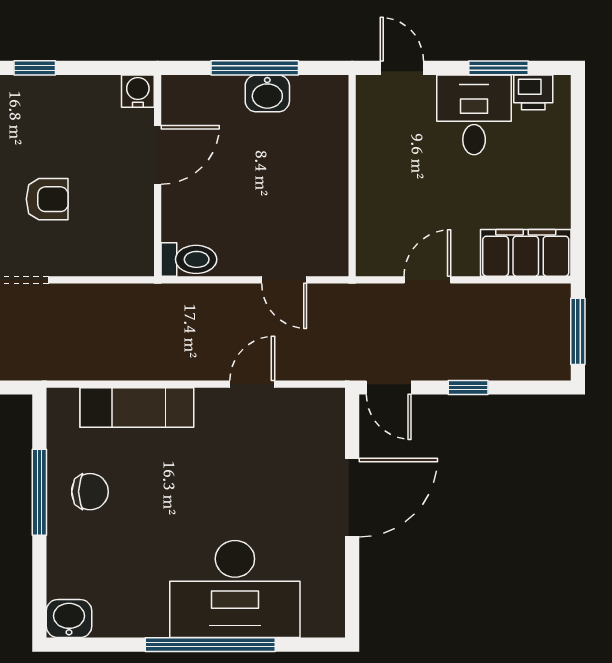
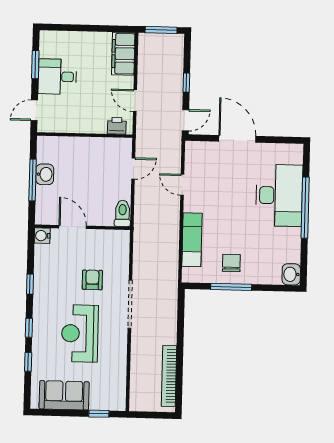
printer: (533, 92) -> (117, 126), moved, turned -90

